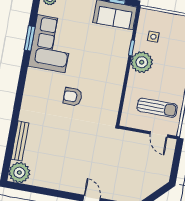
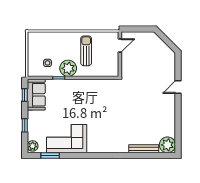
window: (30, 38) -> (50, 155), moved
armchair: (73, 97) -> (103, 115), removed
sun lounger: (157, 108) -> (86, 51), moved

